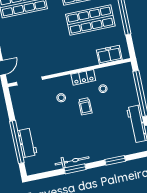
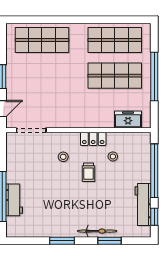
bicycle: (72, 161) -> (97, 231), moved

